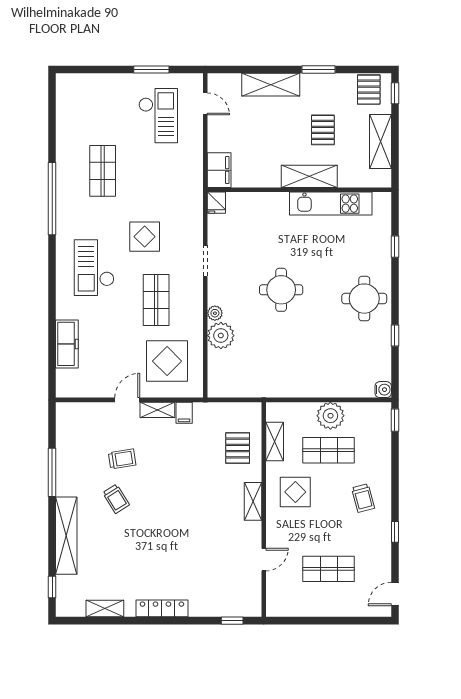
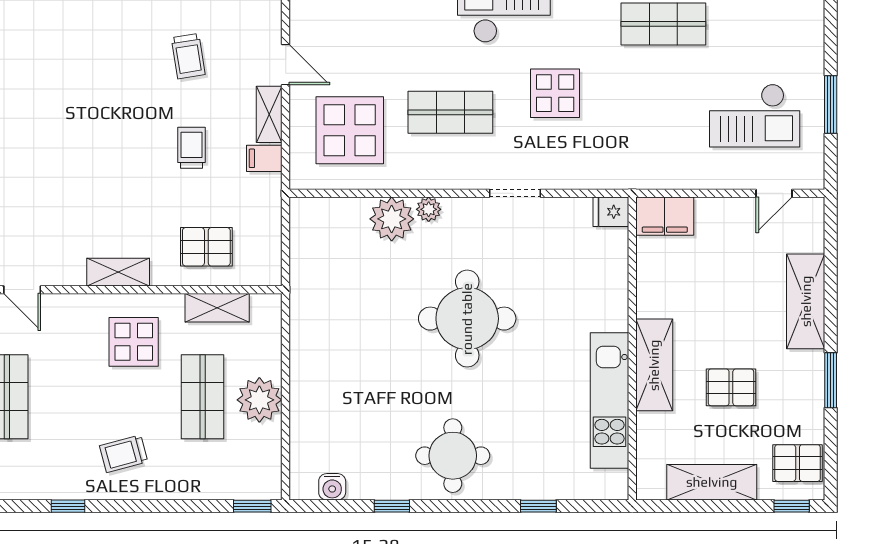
round table: (281, 290) -> (467, 319), width x1.36, depth x1.36
water cooler: (383, 390) -> (332, 487), moved
trolley: (116, 499) -> (192, 148), moved, turned 122

